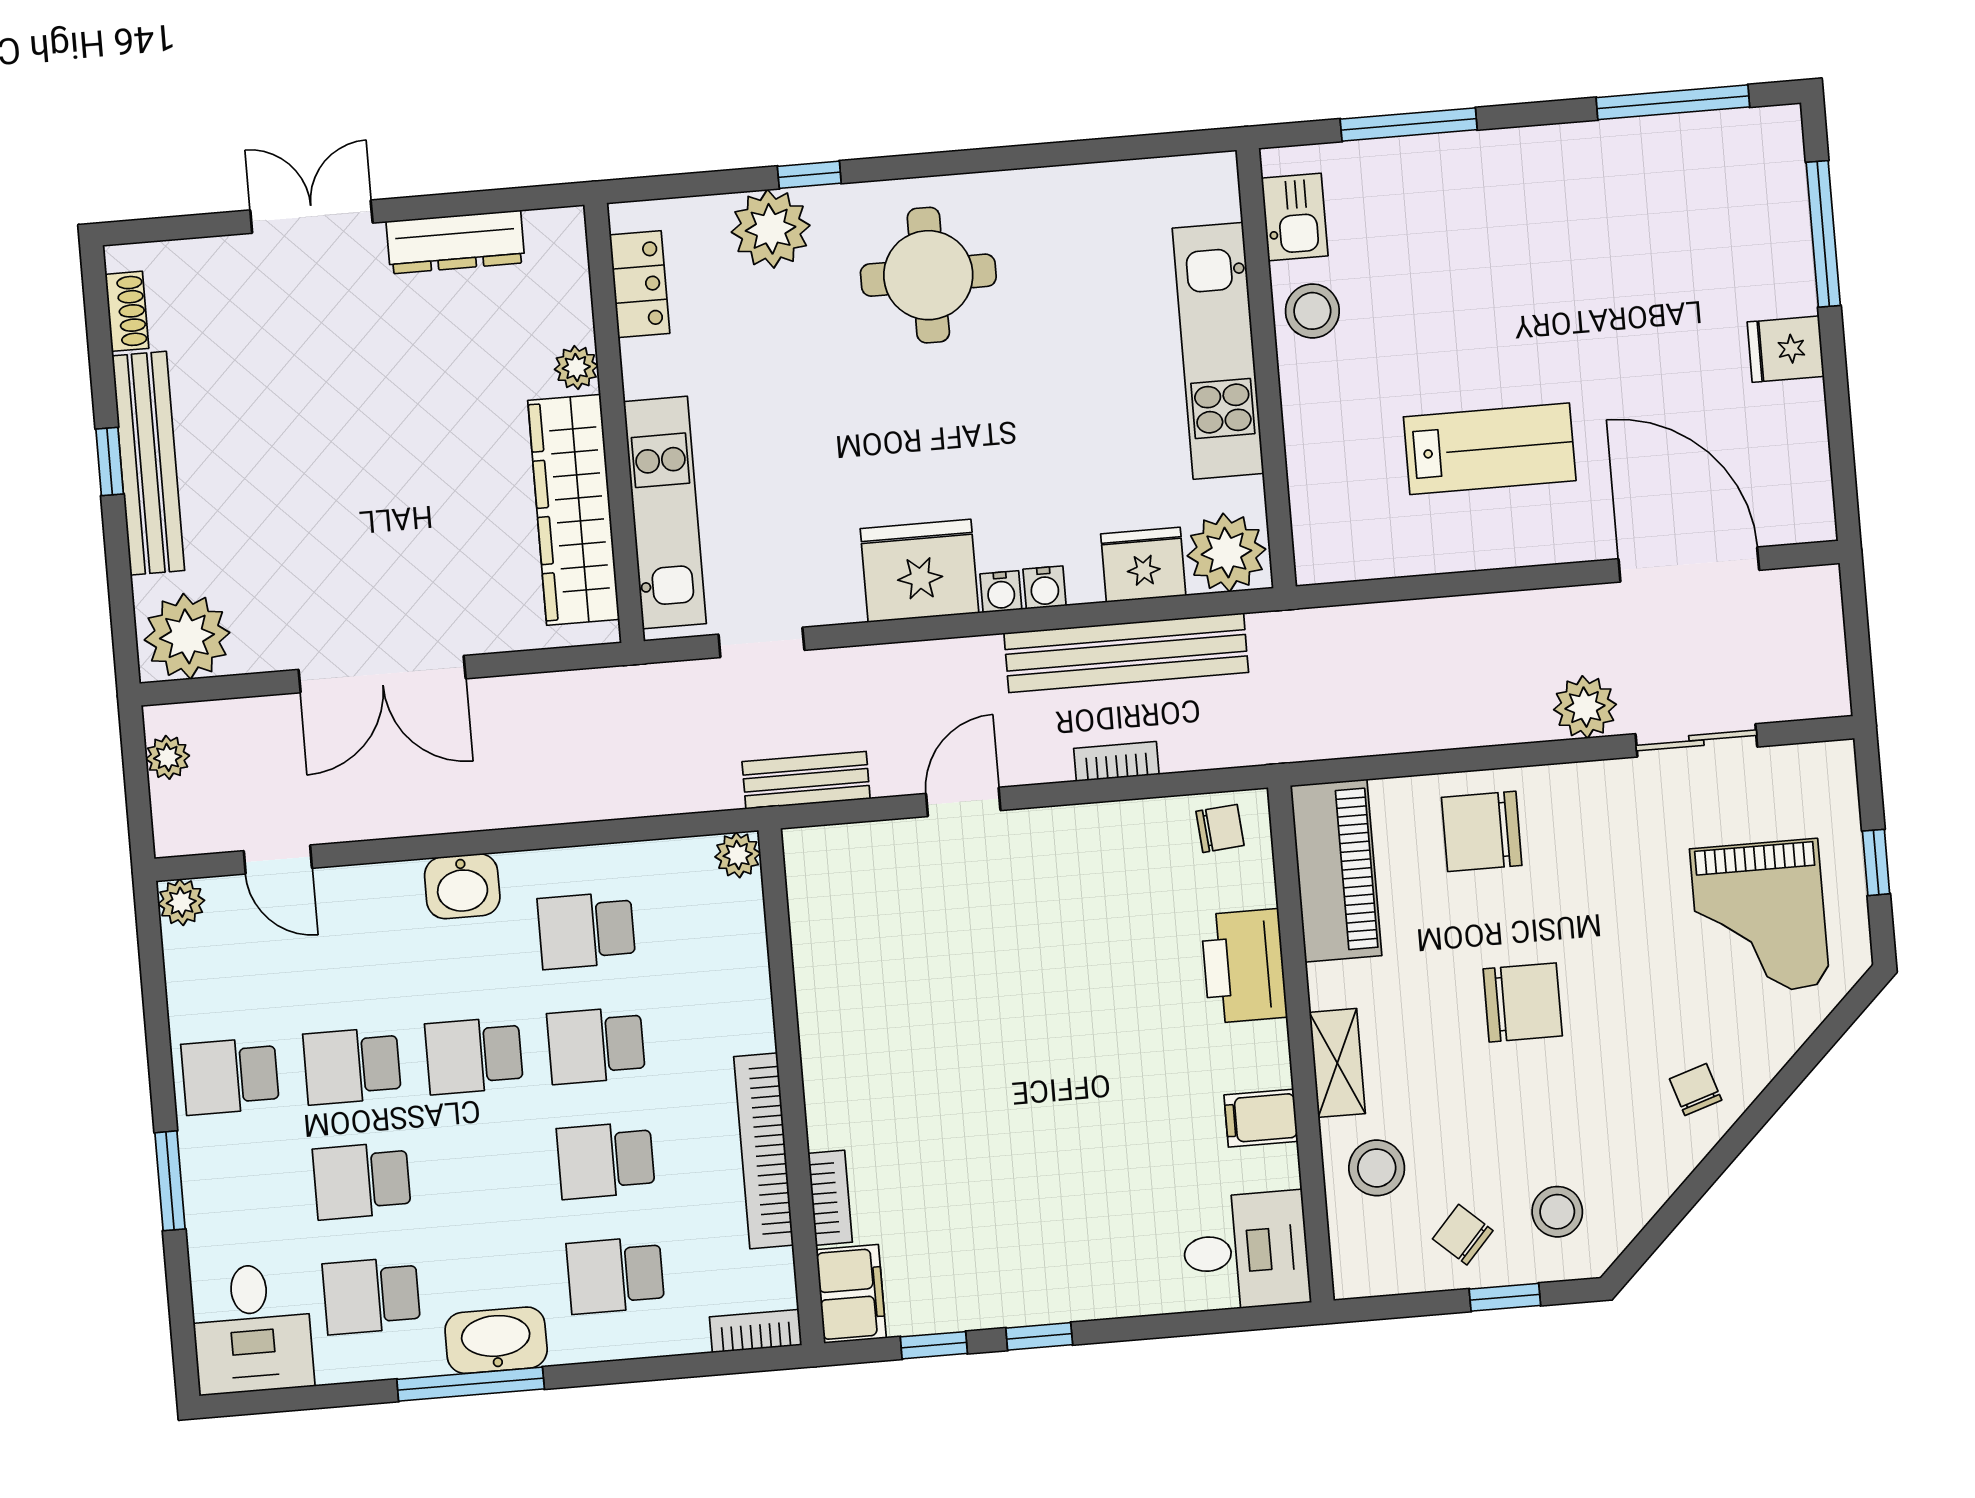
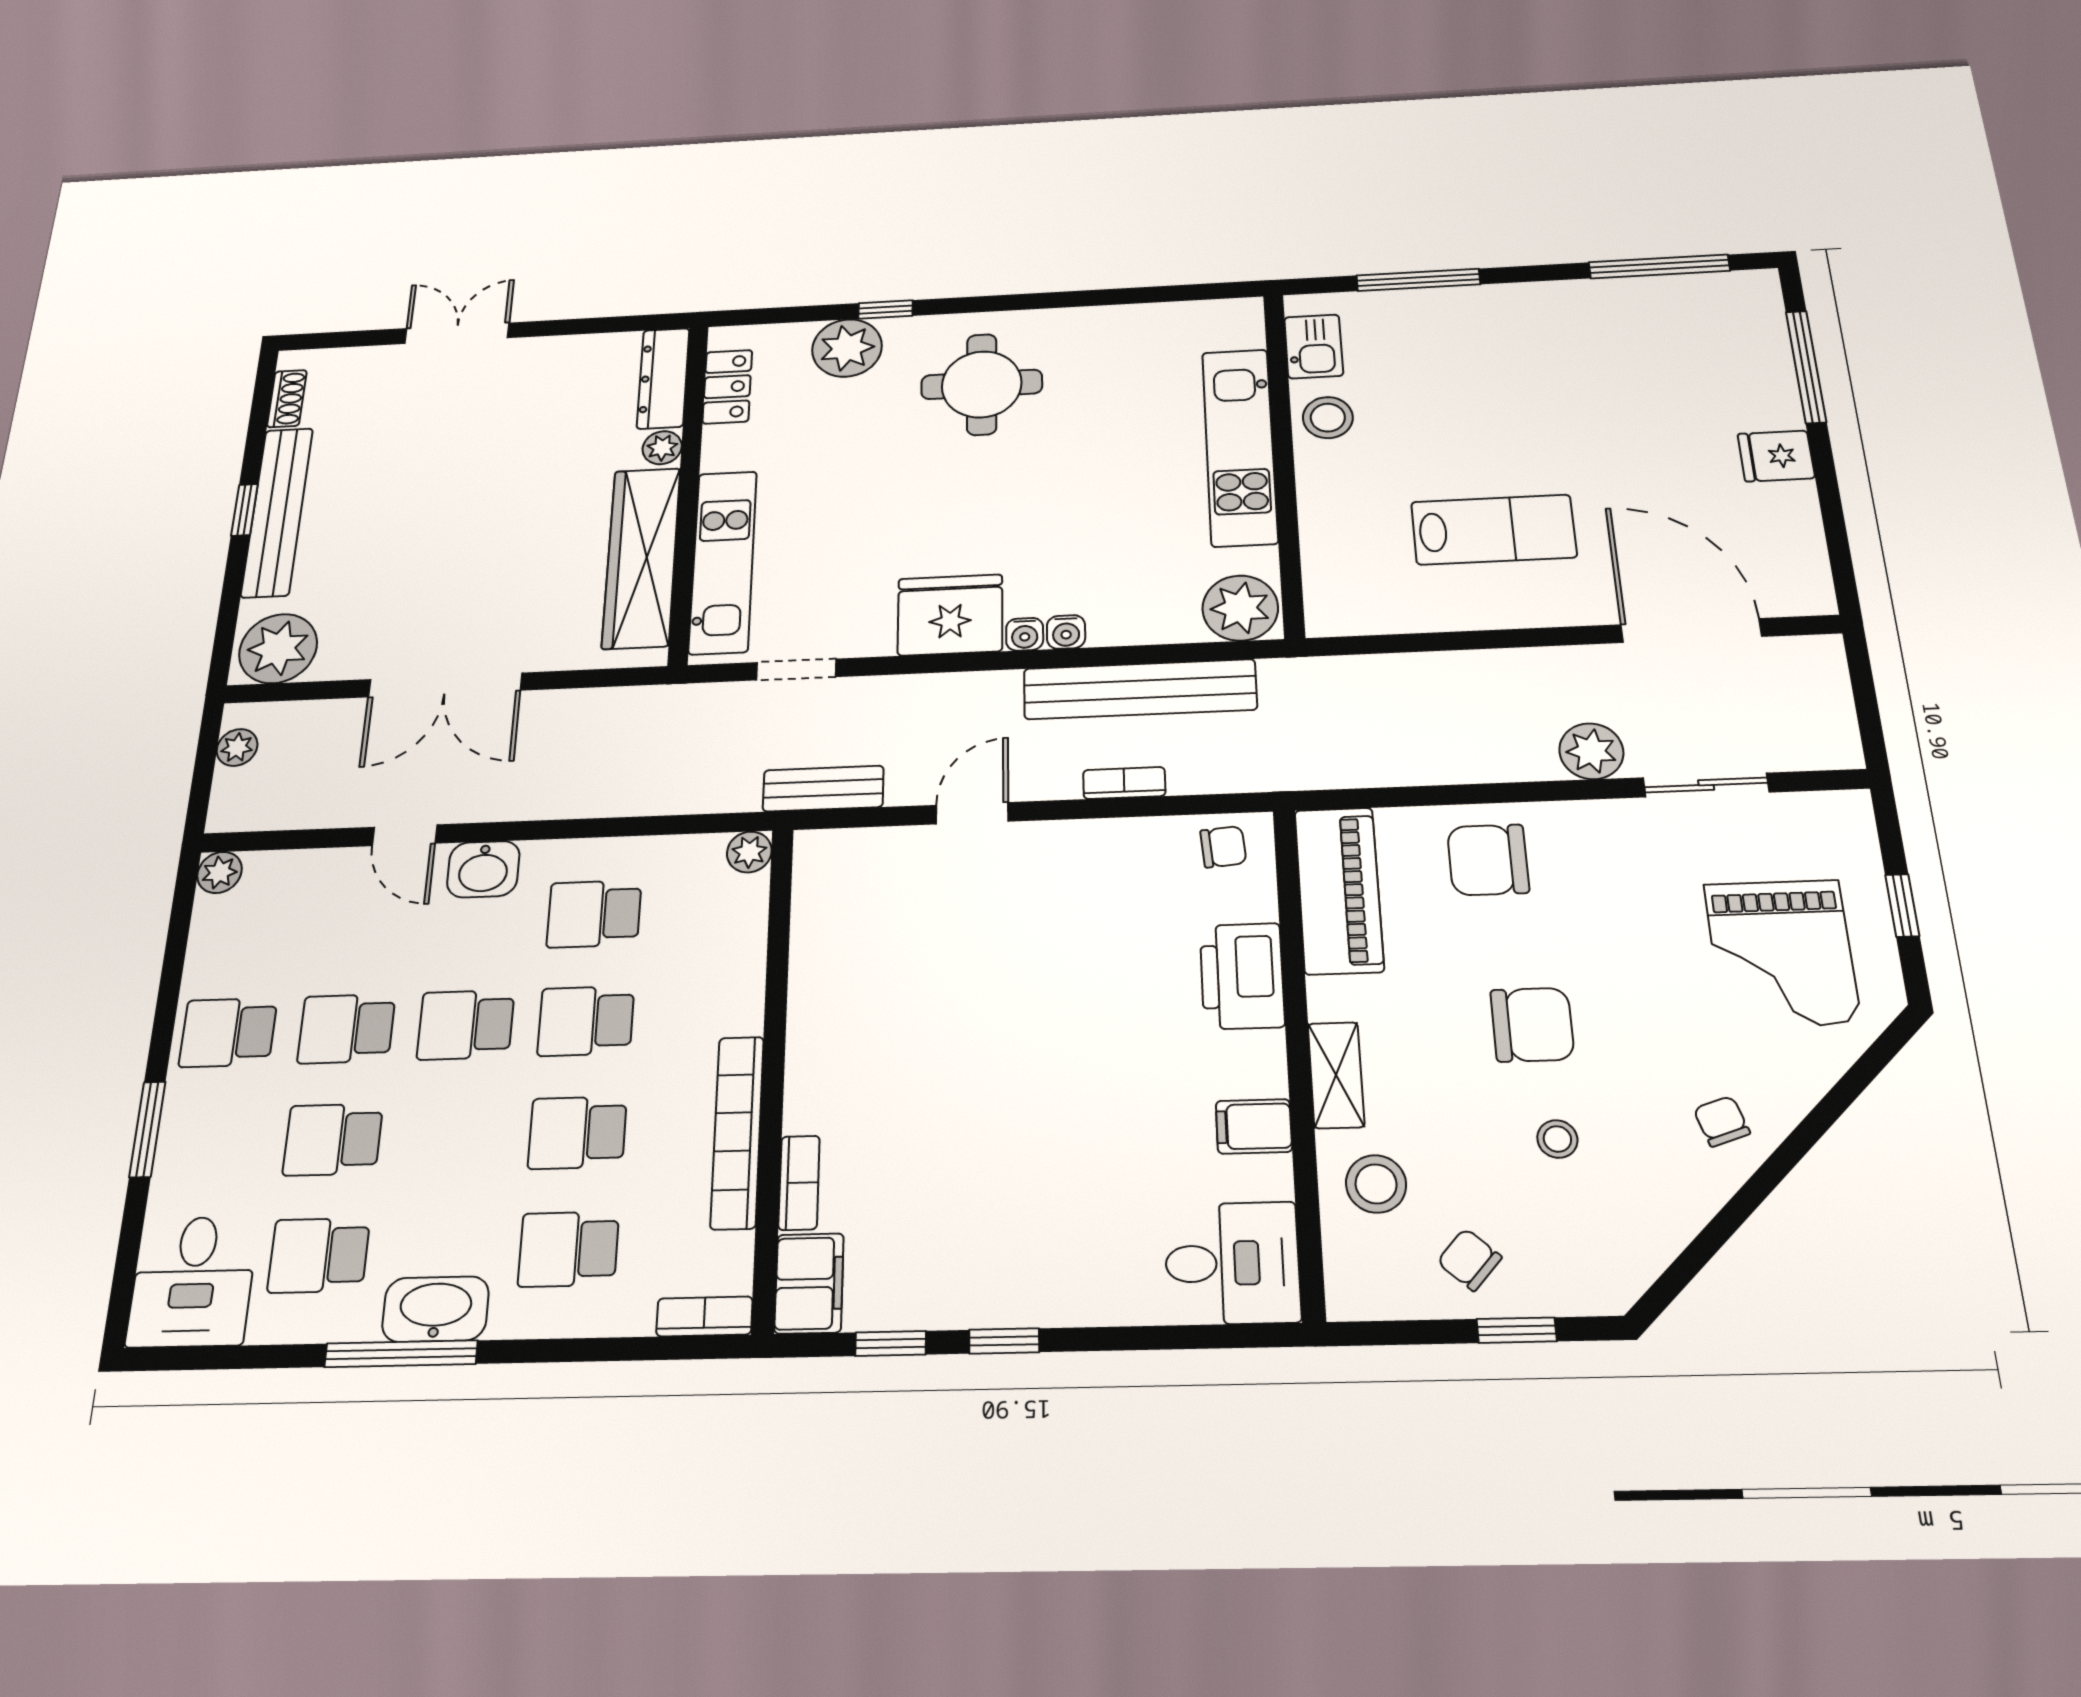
dresser: (455, 242) -> (663, 378), moved, turned 90
fridge: (1143, 565) -> (1161, 616), removed
door: (278, 860) -> (405, 835), moved
stool: (1557, 1212) -> (1557, 1139), moved, width x0.73, depth x0.73

